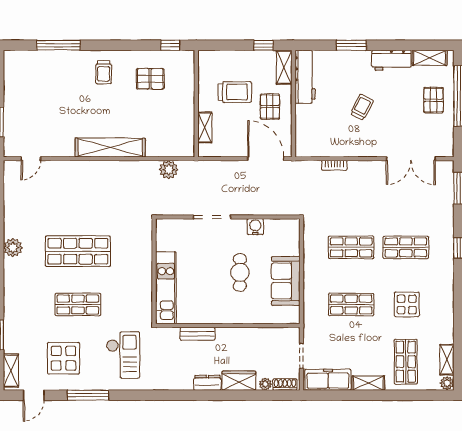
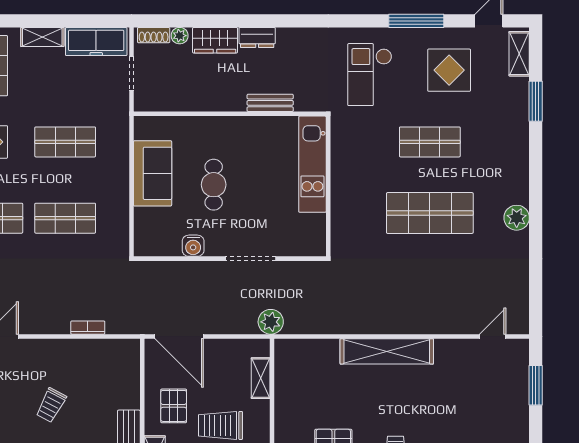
plant: (169, 170) -> (271, 322), moved

